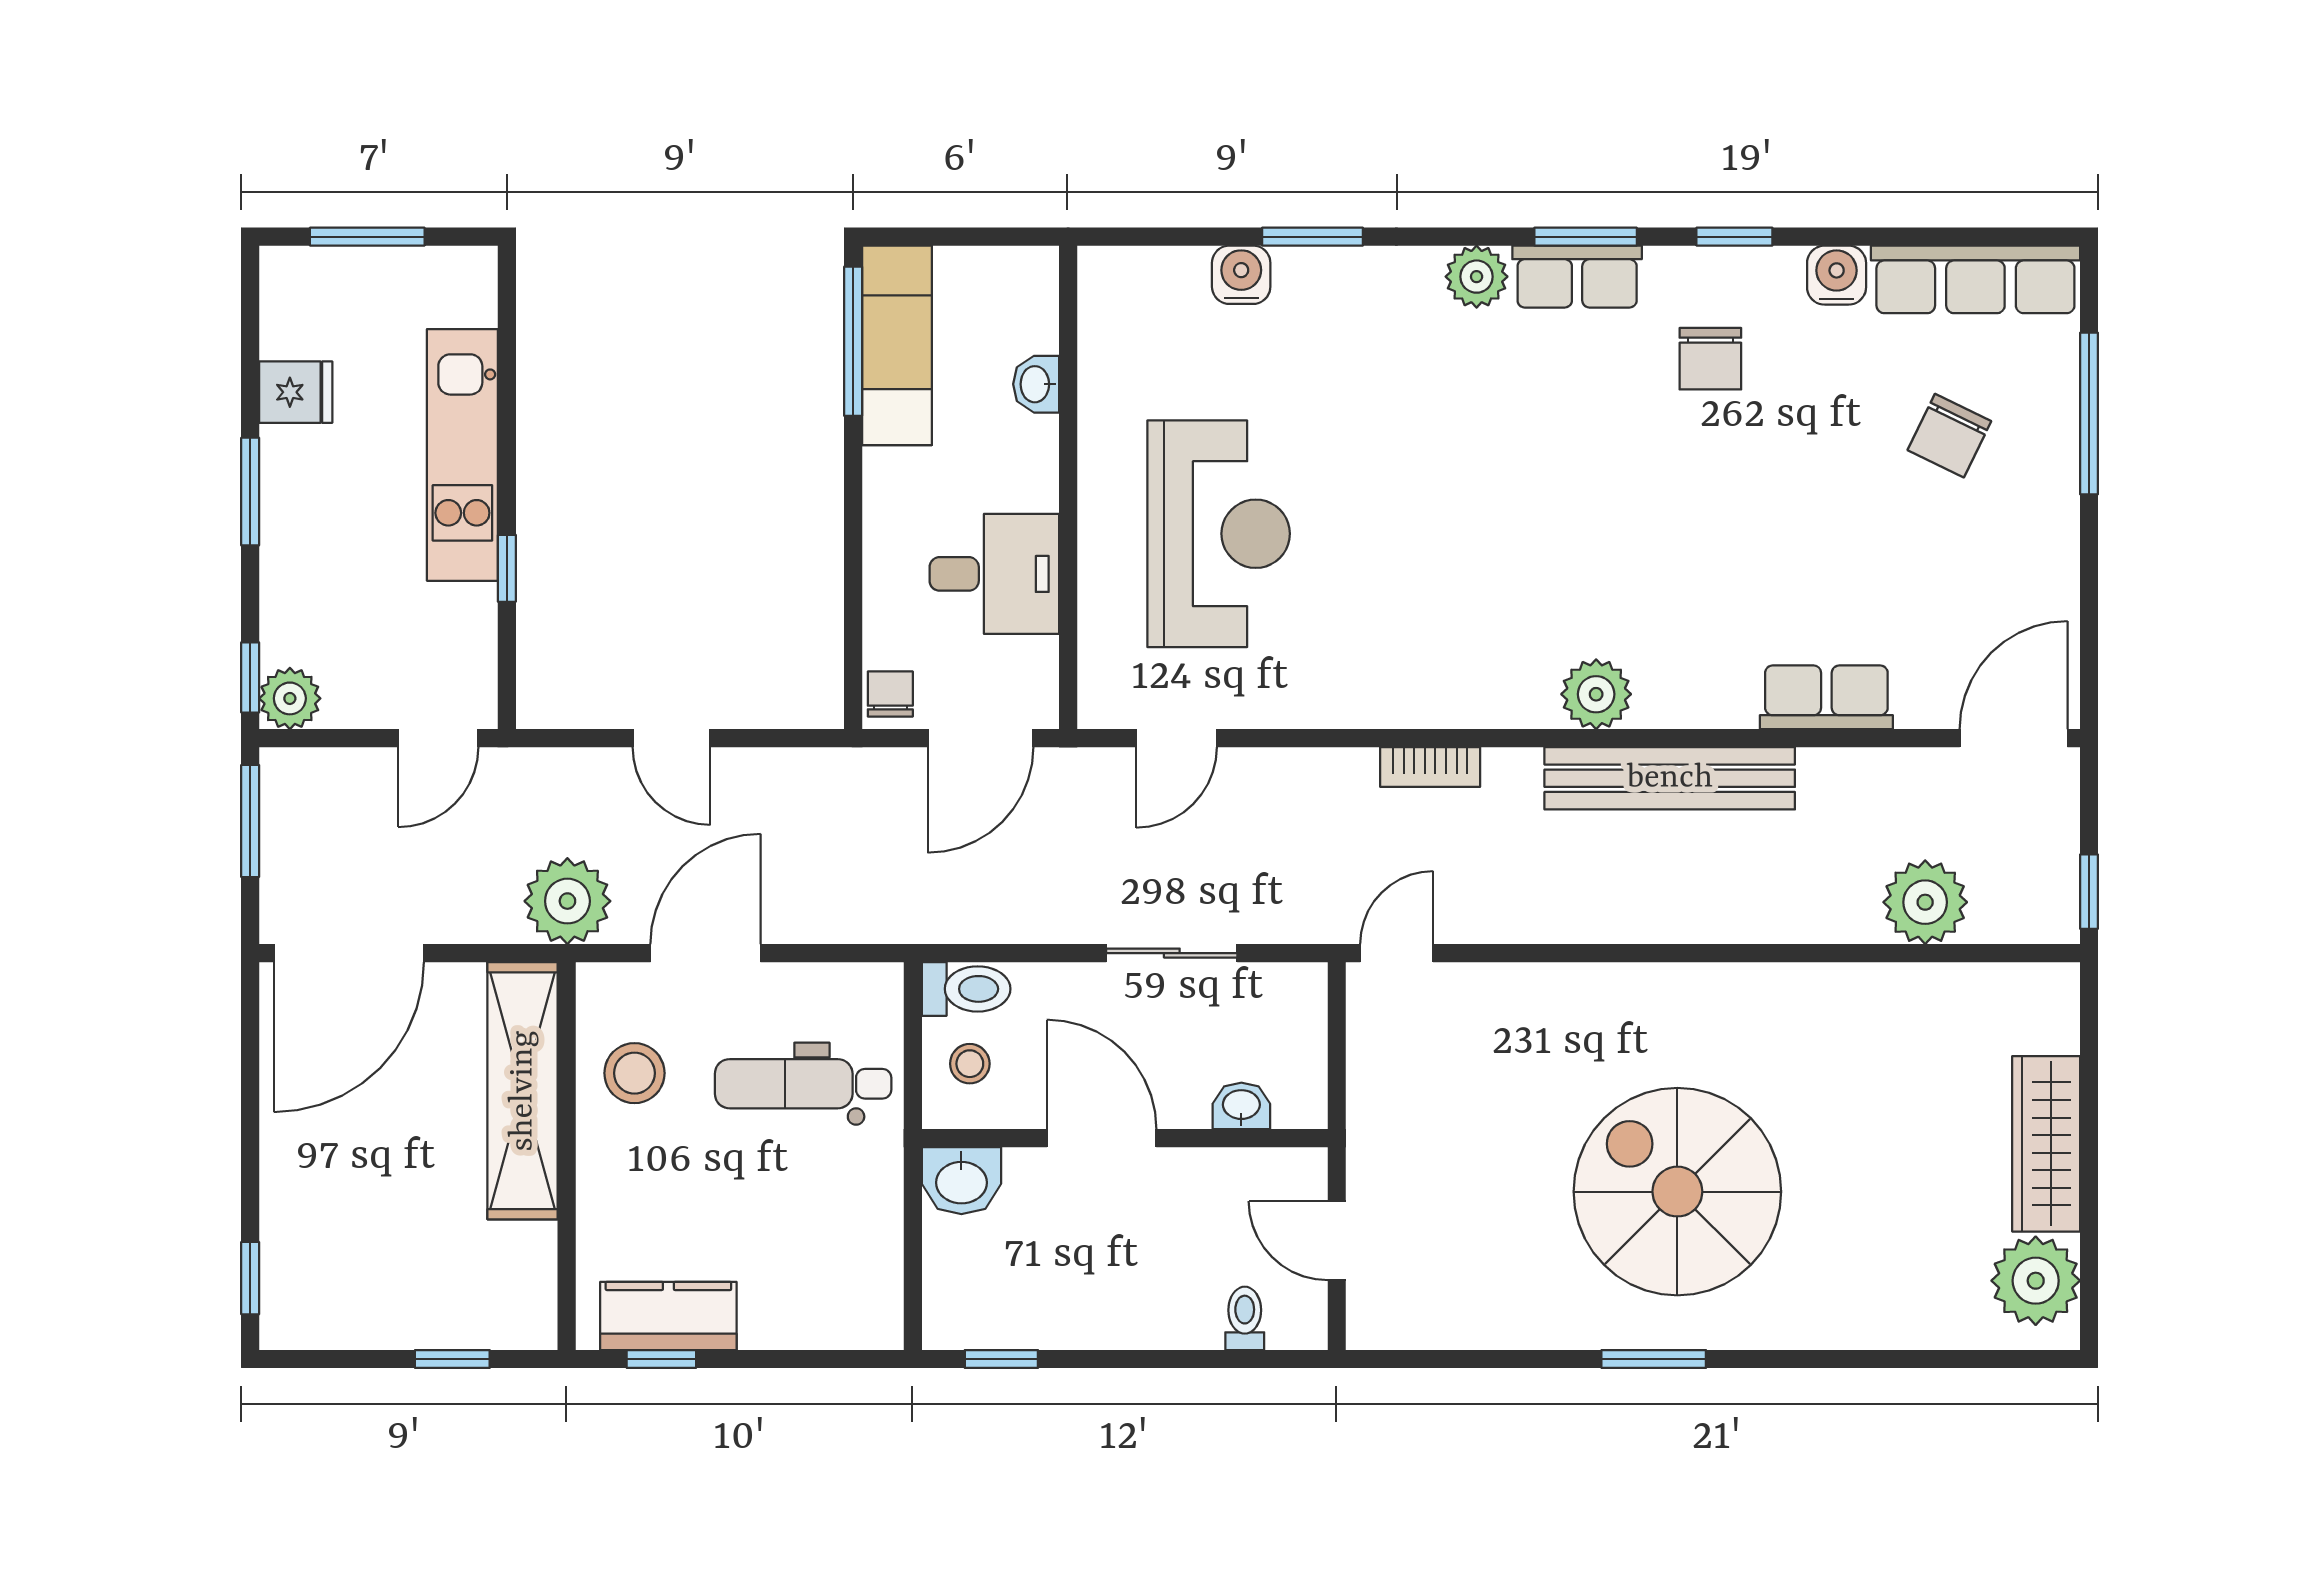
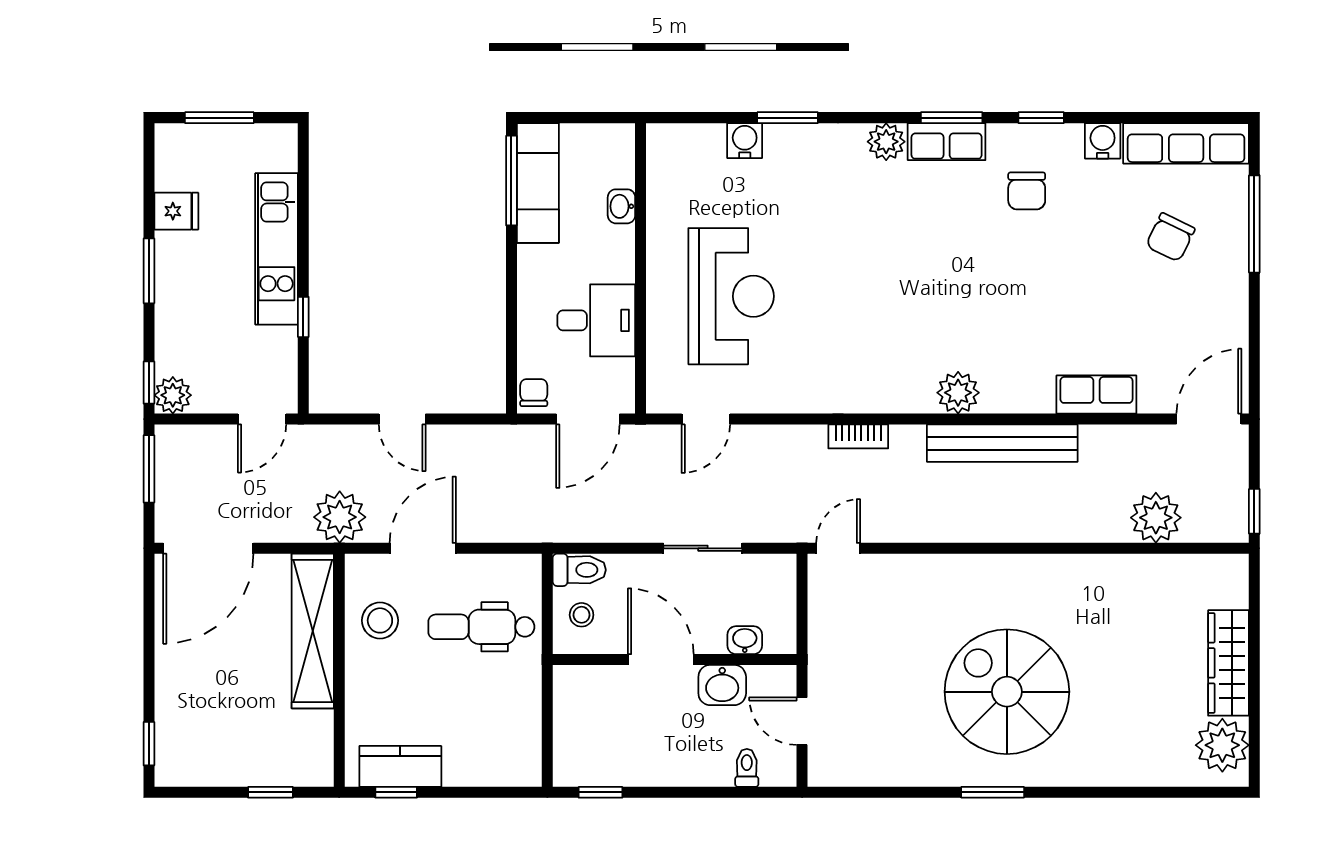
washbasin: (961, 1181) -> (722, 685), moved

